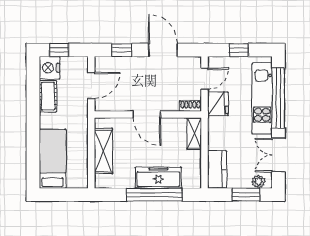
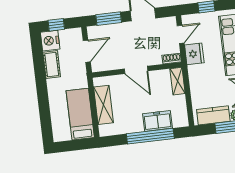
window: (122, 50) -> (109, 19), width x1.50
bed: (53, 159) -> (80, 114), moved
kitchen counter: (217, 169) -> (213, 115), moved, turned -90
freezer: (158, 178) -> (158, 121), width x0.71

